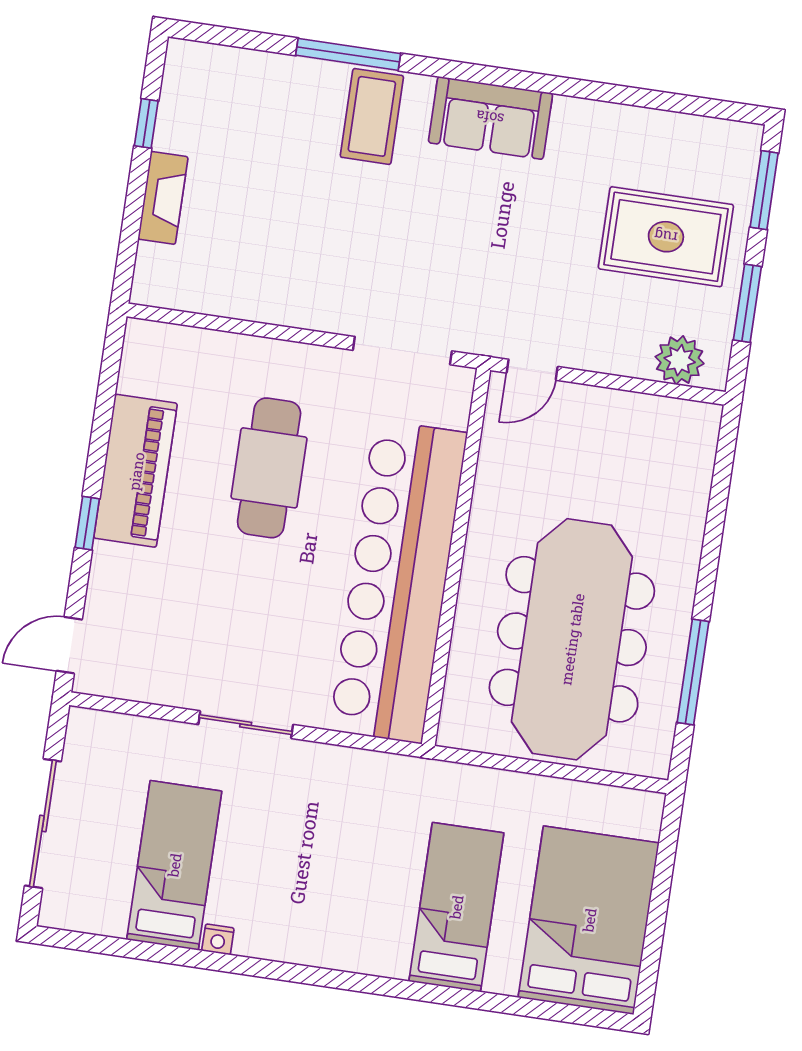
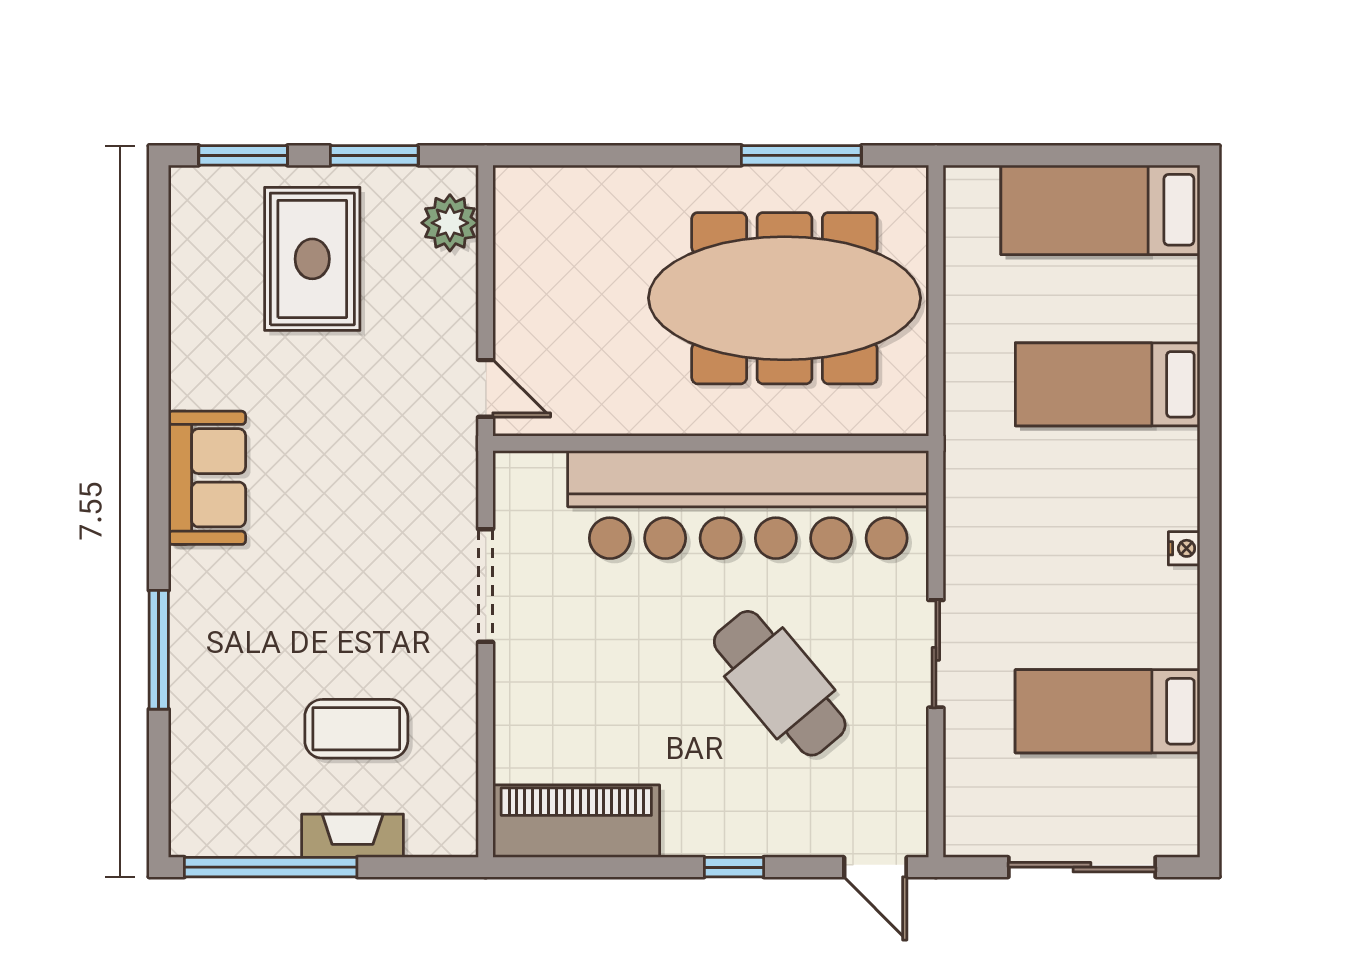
coffee table: (372, 116) -> (356, 729), moved
window: (146, 123) -> (271, 867), width x3.17
doorway: (402, 351) -> (486, 586), moved
cafe table: (269, 468) -> (780, 683), moved, turned 50
piano: (136, 471) -> (576, 821), moved
bed: (589, 920) -> (1100, 210), width x0.67
nightstand: (218, 939) -> (1184, 548), moved

